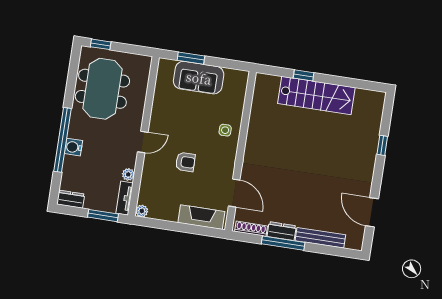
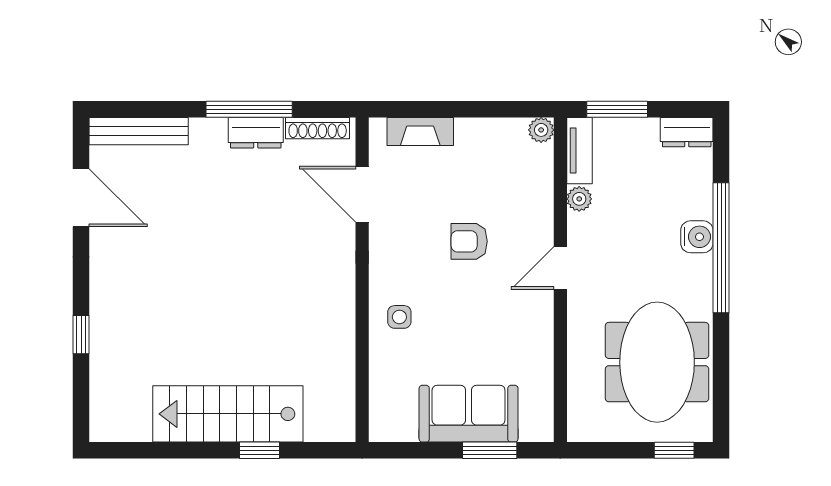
fireplace: (201, 217) -> (420, 131), width x0.73, depth x0.76
bench: (320, 238) -> (139, 131), moved

